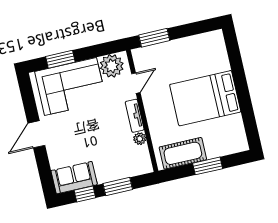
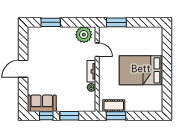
door: (136, 83) -> (97, 50), hinge flipped
corner sofa: (71, 86) -> (53, 42), removed
cot: (183, 153) -> (114, 106), width x0.73, depth x0.75
window: (208, 166) -> (116, 116), moved

